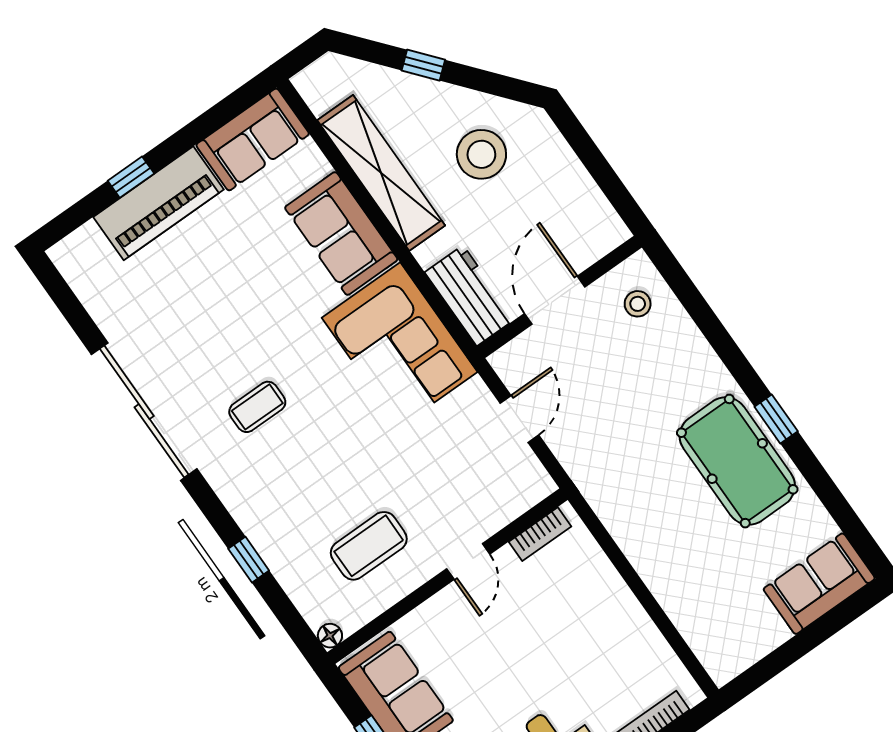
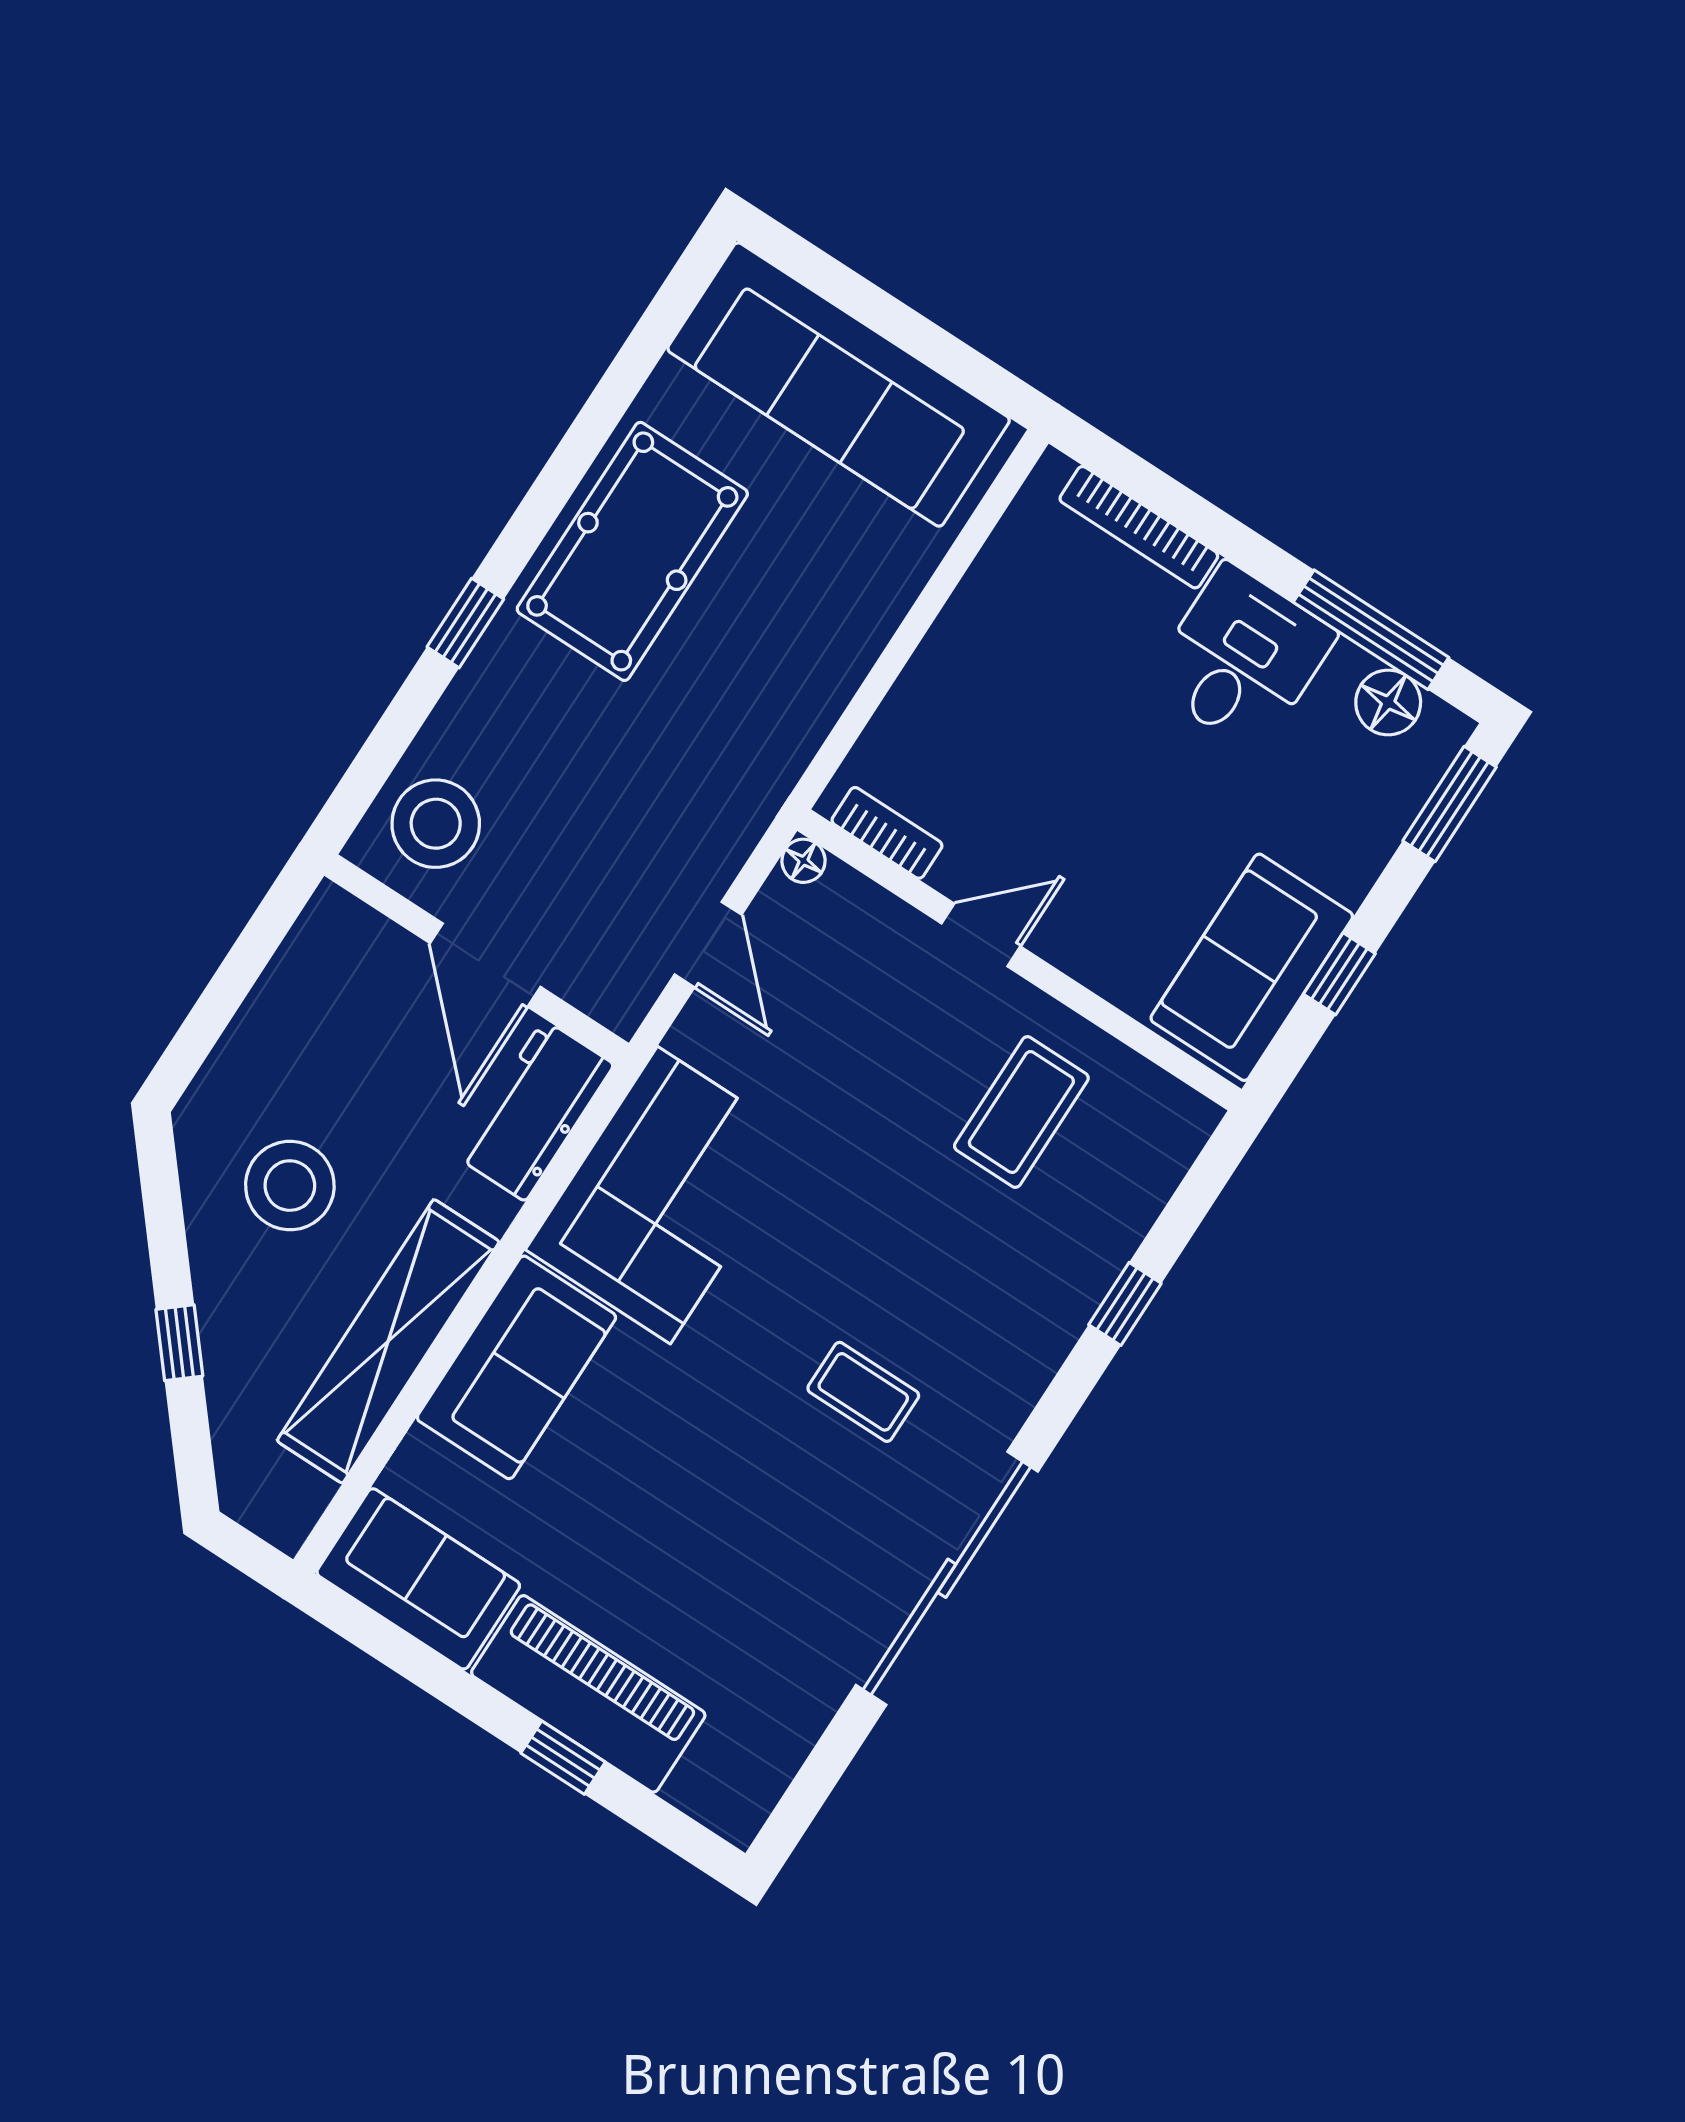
door: (555, 300) -> (485, 965), hinge flipped
stool: (638, 304) -> (436, 824), width x1.89, depth x1.89
door: (519, 419) -> (708, 945), swing flipped
window: (776, 419) -> (465, 623), moved
coffee table: (369, 546) -> (1021, 1112), turned 90
sofa: (819, 584) -> (839, 384), width x1.85, depth x1.27
floor lamp: (330, 636) -> (803, 861), moved

